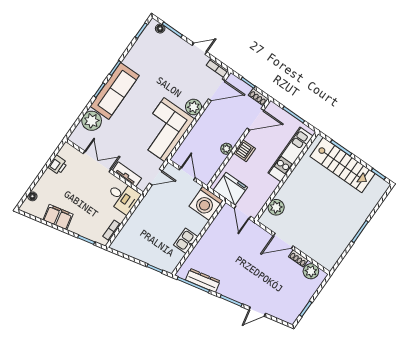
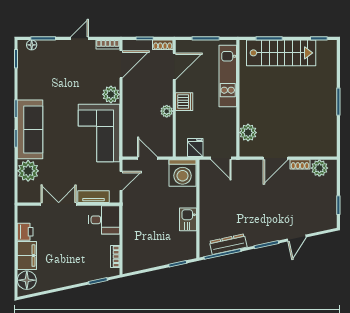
fridge: (230, 189) -> (195, 148), width x0.53, depth x0.75
floor lamp: (32, 196) -> (27, 280), width x1.89, depth x1.89
filing cabinet: (58, 217) -> (27, 256), moved, turned 102

